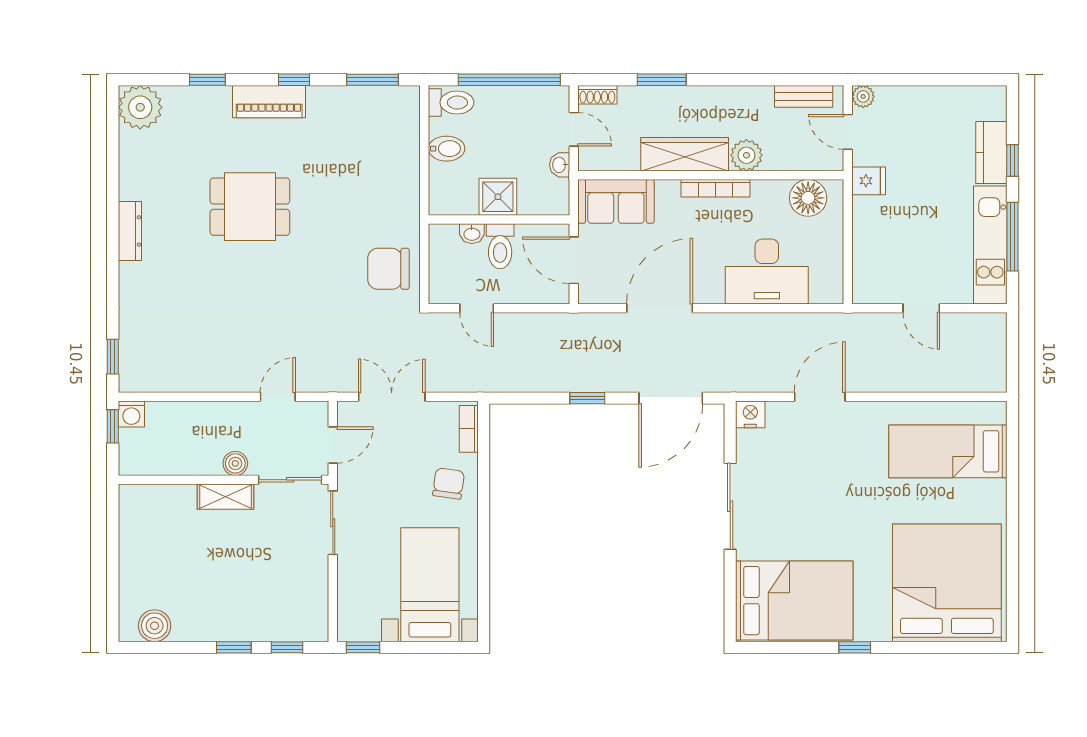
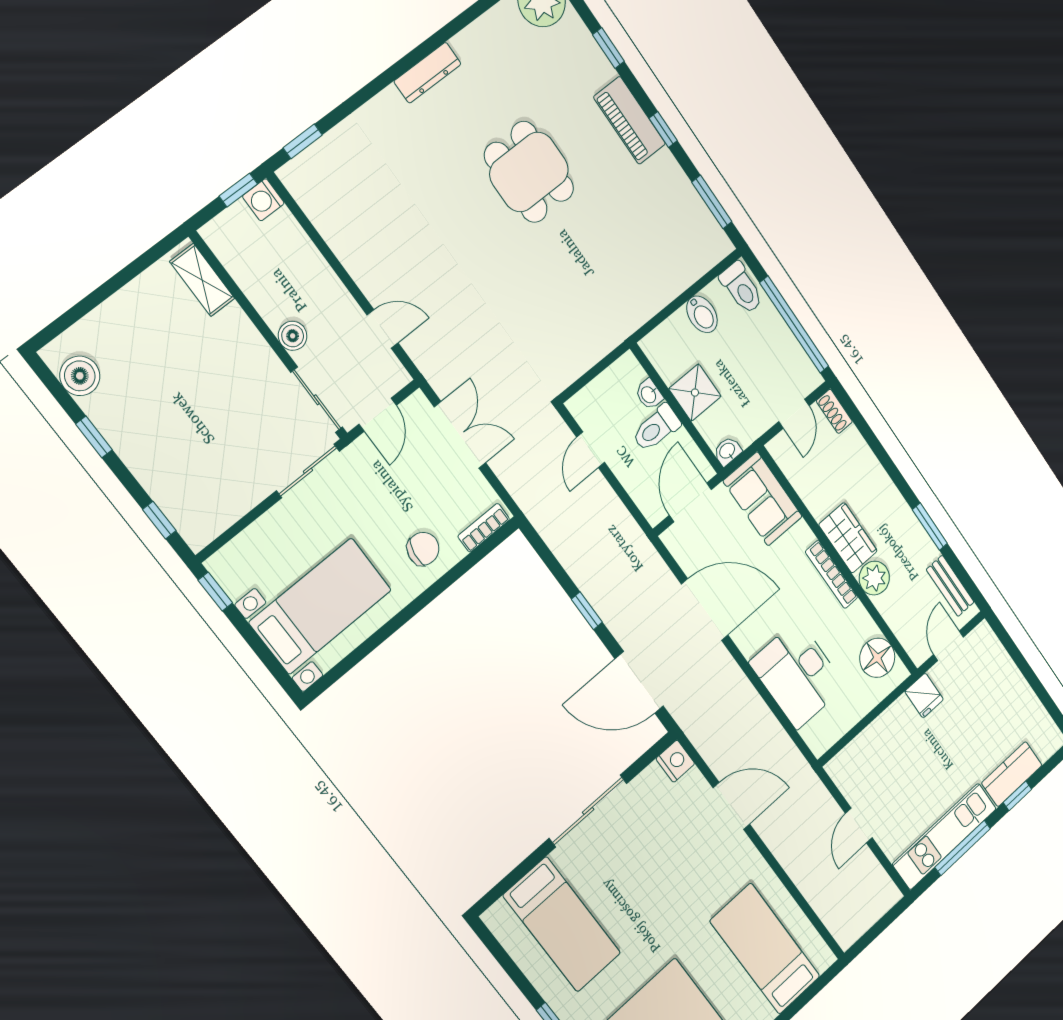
window: (662, 80) -> (930, 527), moved
plant: (863, 96) -> (983, 634), removed
wardrobe: (685, 154) -> (848, 538), width x0.67
washbasin: (560, 165) -> (727, 451), moved
chair: (389, 269) -> (567, 343), removed
door: (333, 445) -> (378, 415), hinge flipped
shelving: (226, 497) -> (202, 280), moved
bed: (794, 601) -> (562, 924), width x0.67
window: (234, 647) -> (94, 437), moved

